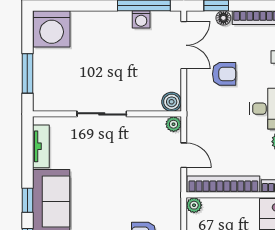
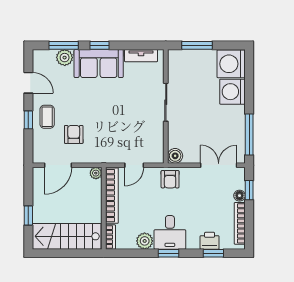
washing machine: (141, 19) -> (232, 92), moved, width x1.89, depth x1.89
double door: (184, 45) -> (219, 165), swing flipped
armchair: (224, 74) -> (170, 179), moved
plant: (174, 124) -> (158, 157), removed

